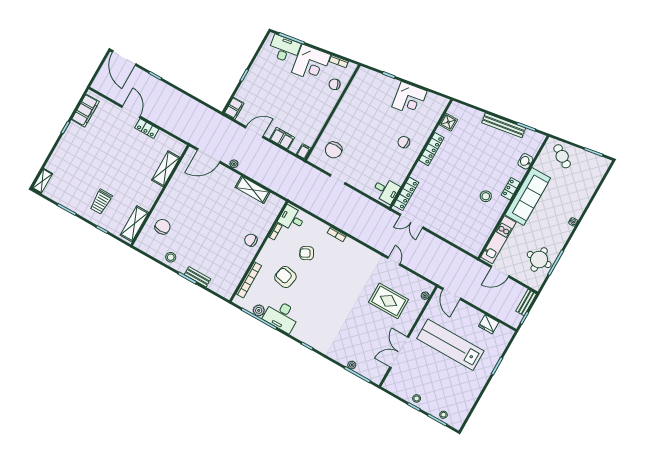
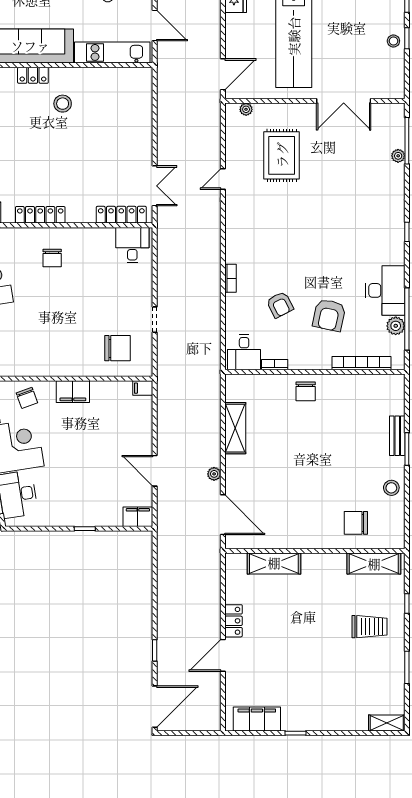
filing cabinet: (282, 138) -> (73, 392), moved, turned -90

